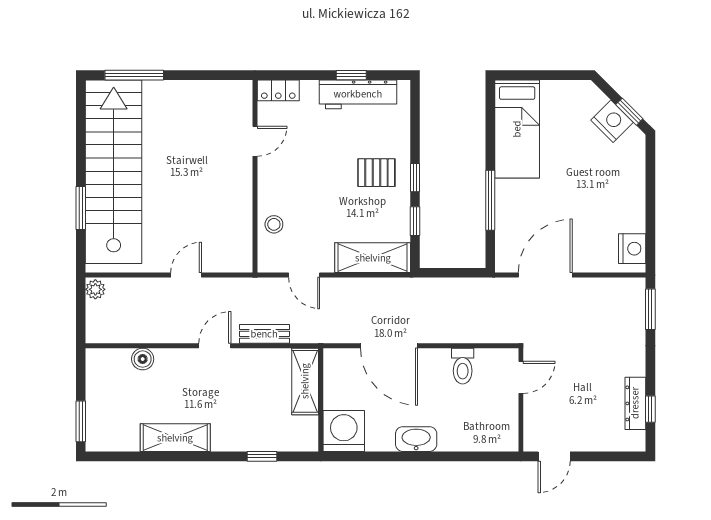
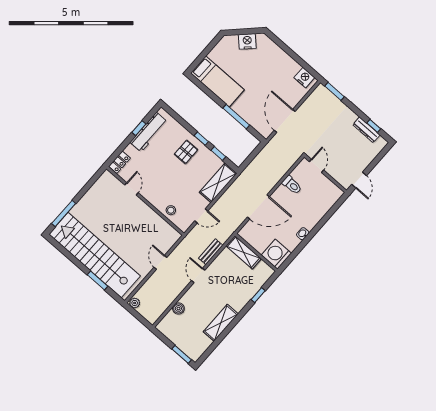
window: (629, 112) -> (249, 31), removed
washbasin: (416, 439) -> (303, 234), width x0.52, depth x0.69

